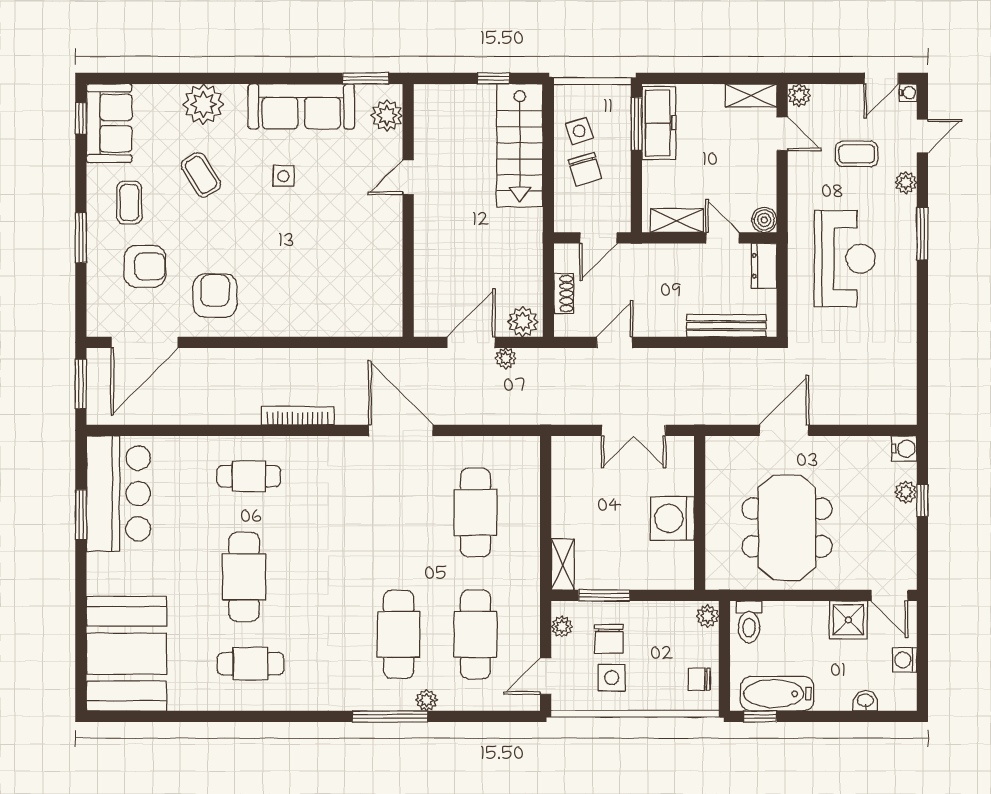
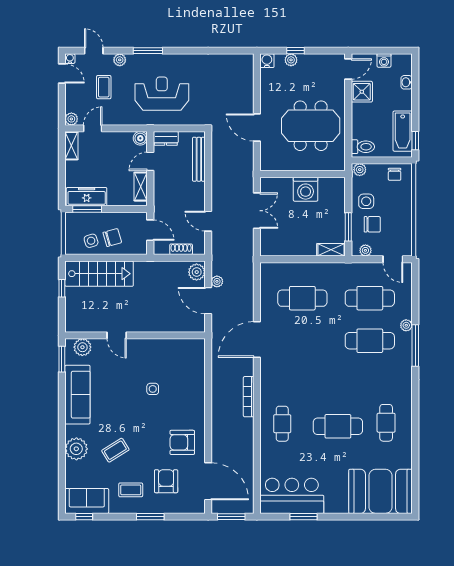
side table: (283, 176) -> (153, 389), moved
side table: (612, 678) -> (366, 201), moved

